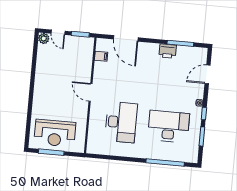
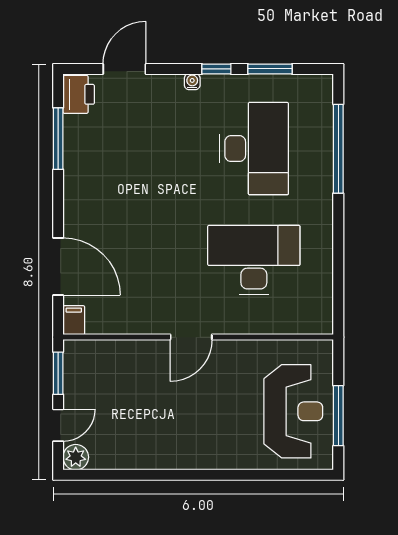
door: (126, 38) -> (58, 267), hinge flipped
printer: (168, 51) -> (79, 94), moved
filing cabinet: (101, 56) -> (74, 320), moved
door: (208, 74) -> (124, 69), swing flipped
desk: (169, 126) -> (254, 149), turned 180

